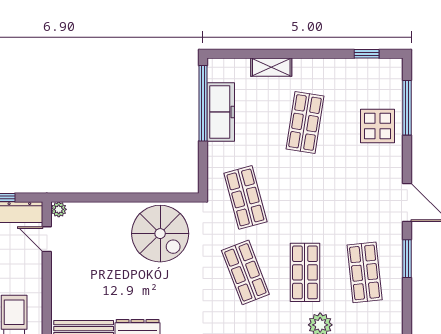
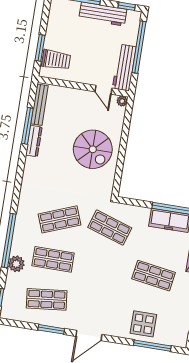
shop shelf: (245, 197) -> (110, 228), turned 33
spiral stairs: (160, 234) -> (93, 149), moved, turned -90
door: (47, 239) -> (103, 90), swing flipped

